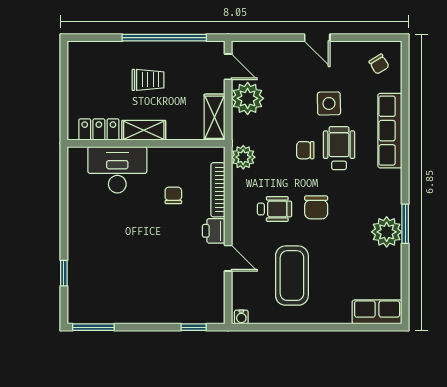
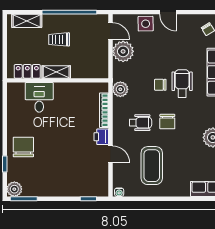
trolley: (148, 80) -> (59, 39), turned 180
side table: (329, 103) -> (146, 24), moved
shelving: (214, 117) -> (27, 21), moved, turned 90
desk: (117, 170) -> (39, 97), width x0.73
chair: (173, 195) -> (23, 147), moved, width x1.87, depth x1.87
plant: (79, 312) -> (14, 189), added

